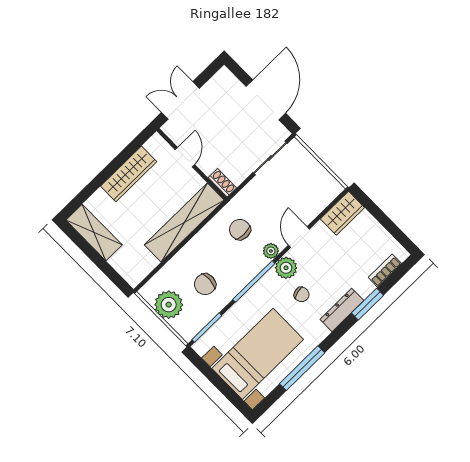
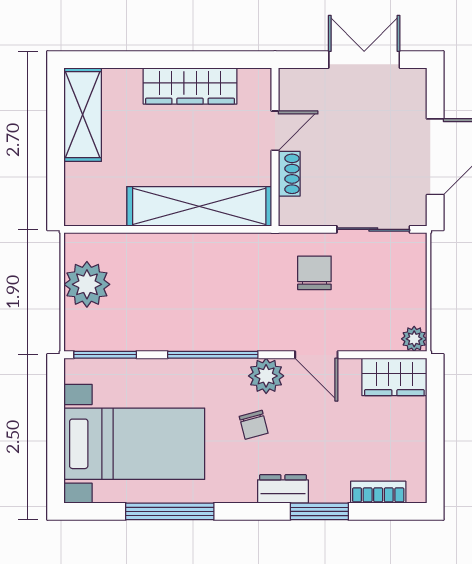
double door: (180, 100) -> (364, 60), moved
shoe rack: (222, 183) -> (289, 174), moved
chair: (240, 230) -> (314, 273), moved
door: (299, 237) -> (316, 355), swing flipped
plant: (271, 251) -> (414, 339), moved
chair: (205, 284) -> (153, 302), removed
dresser: (342, 310) -> (283, 489), width x0.70

